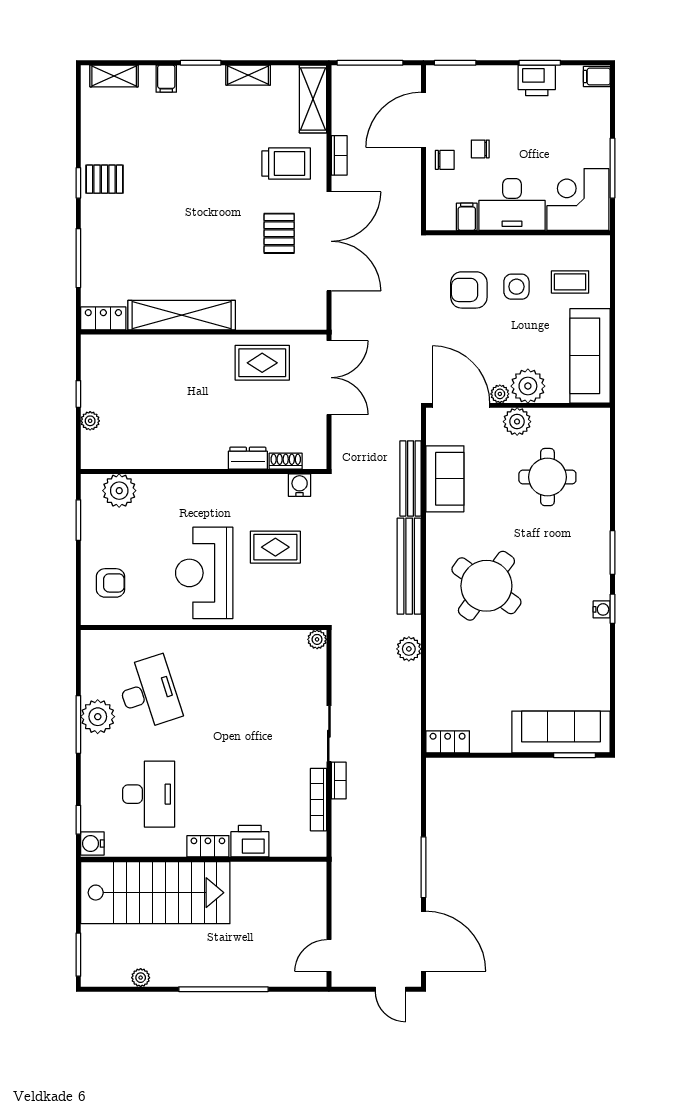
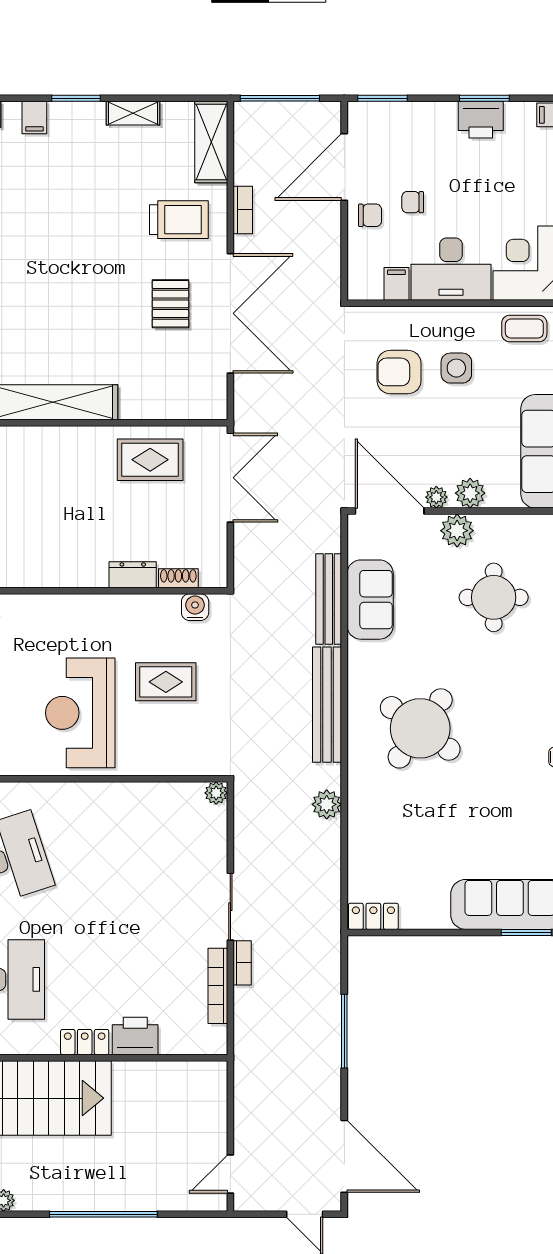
coffee table: (570, 282) -> (524, 329), moved
plant: (528, 386) -> (470, 493), width x0.73, depth x0.73
window: (423, 867) -> (344, 1031), moved

